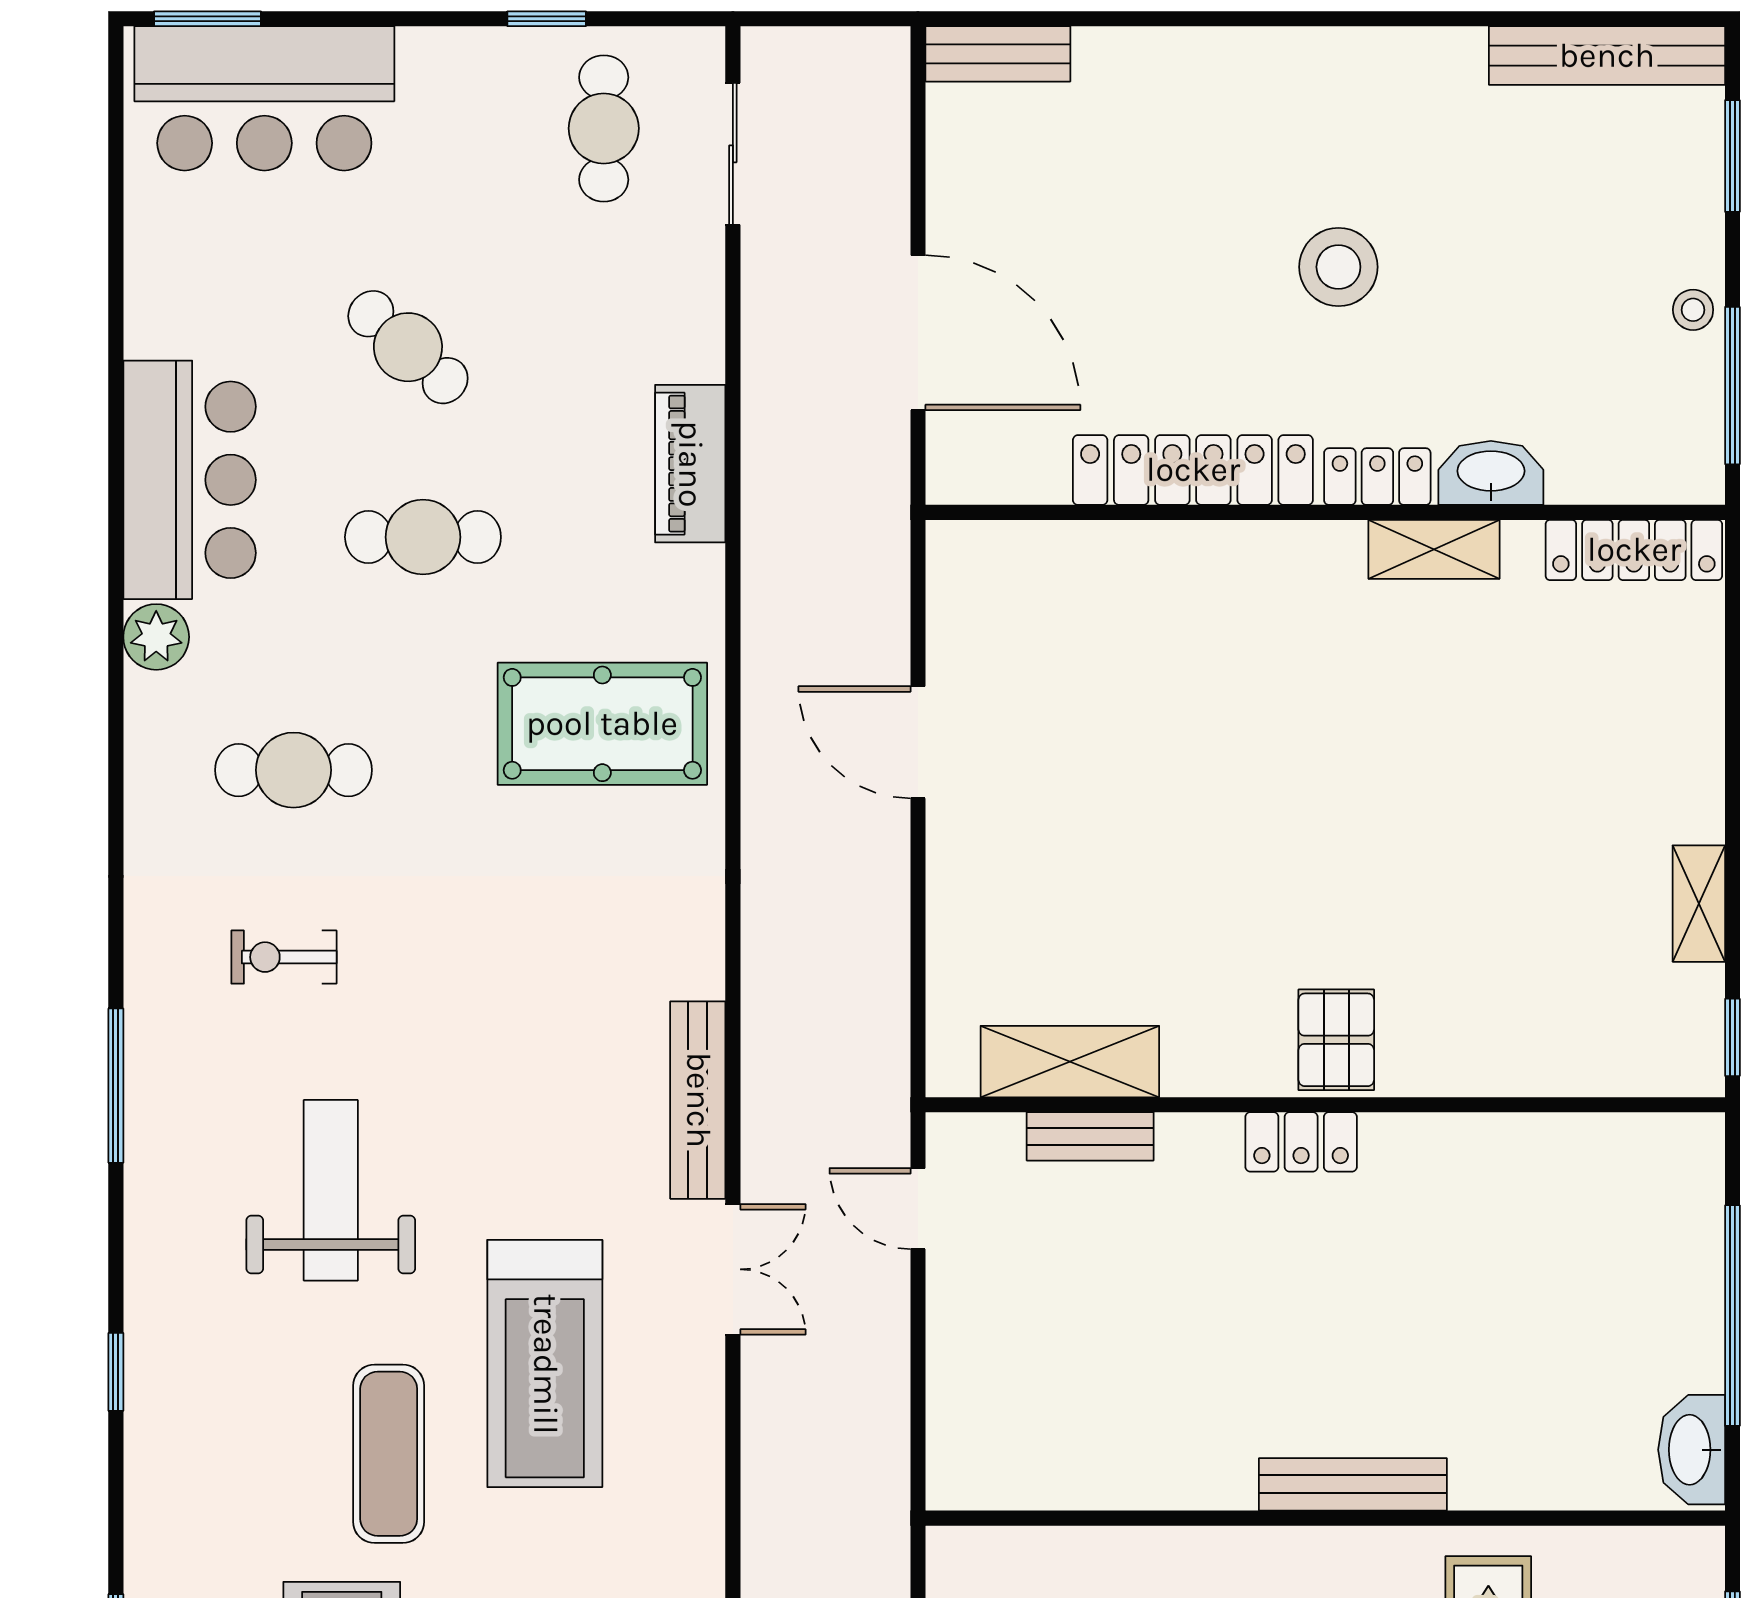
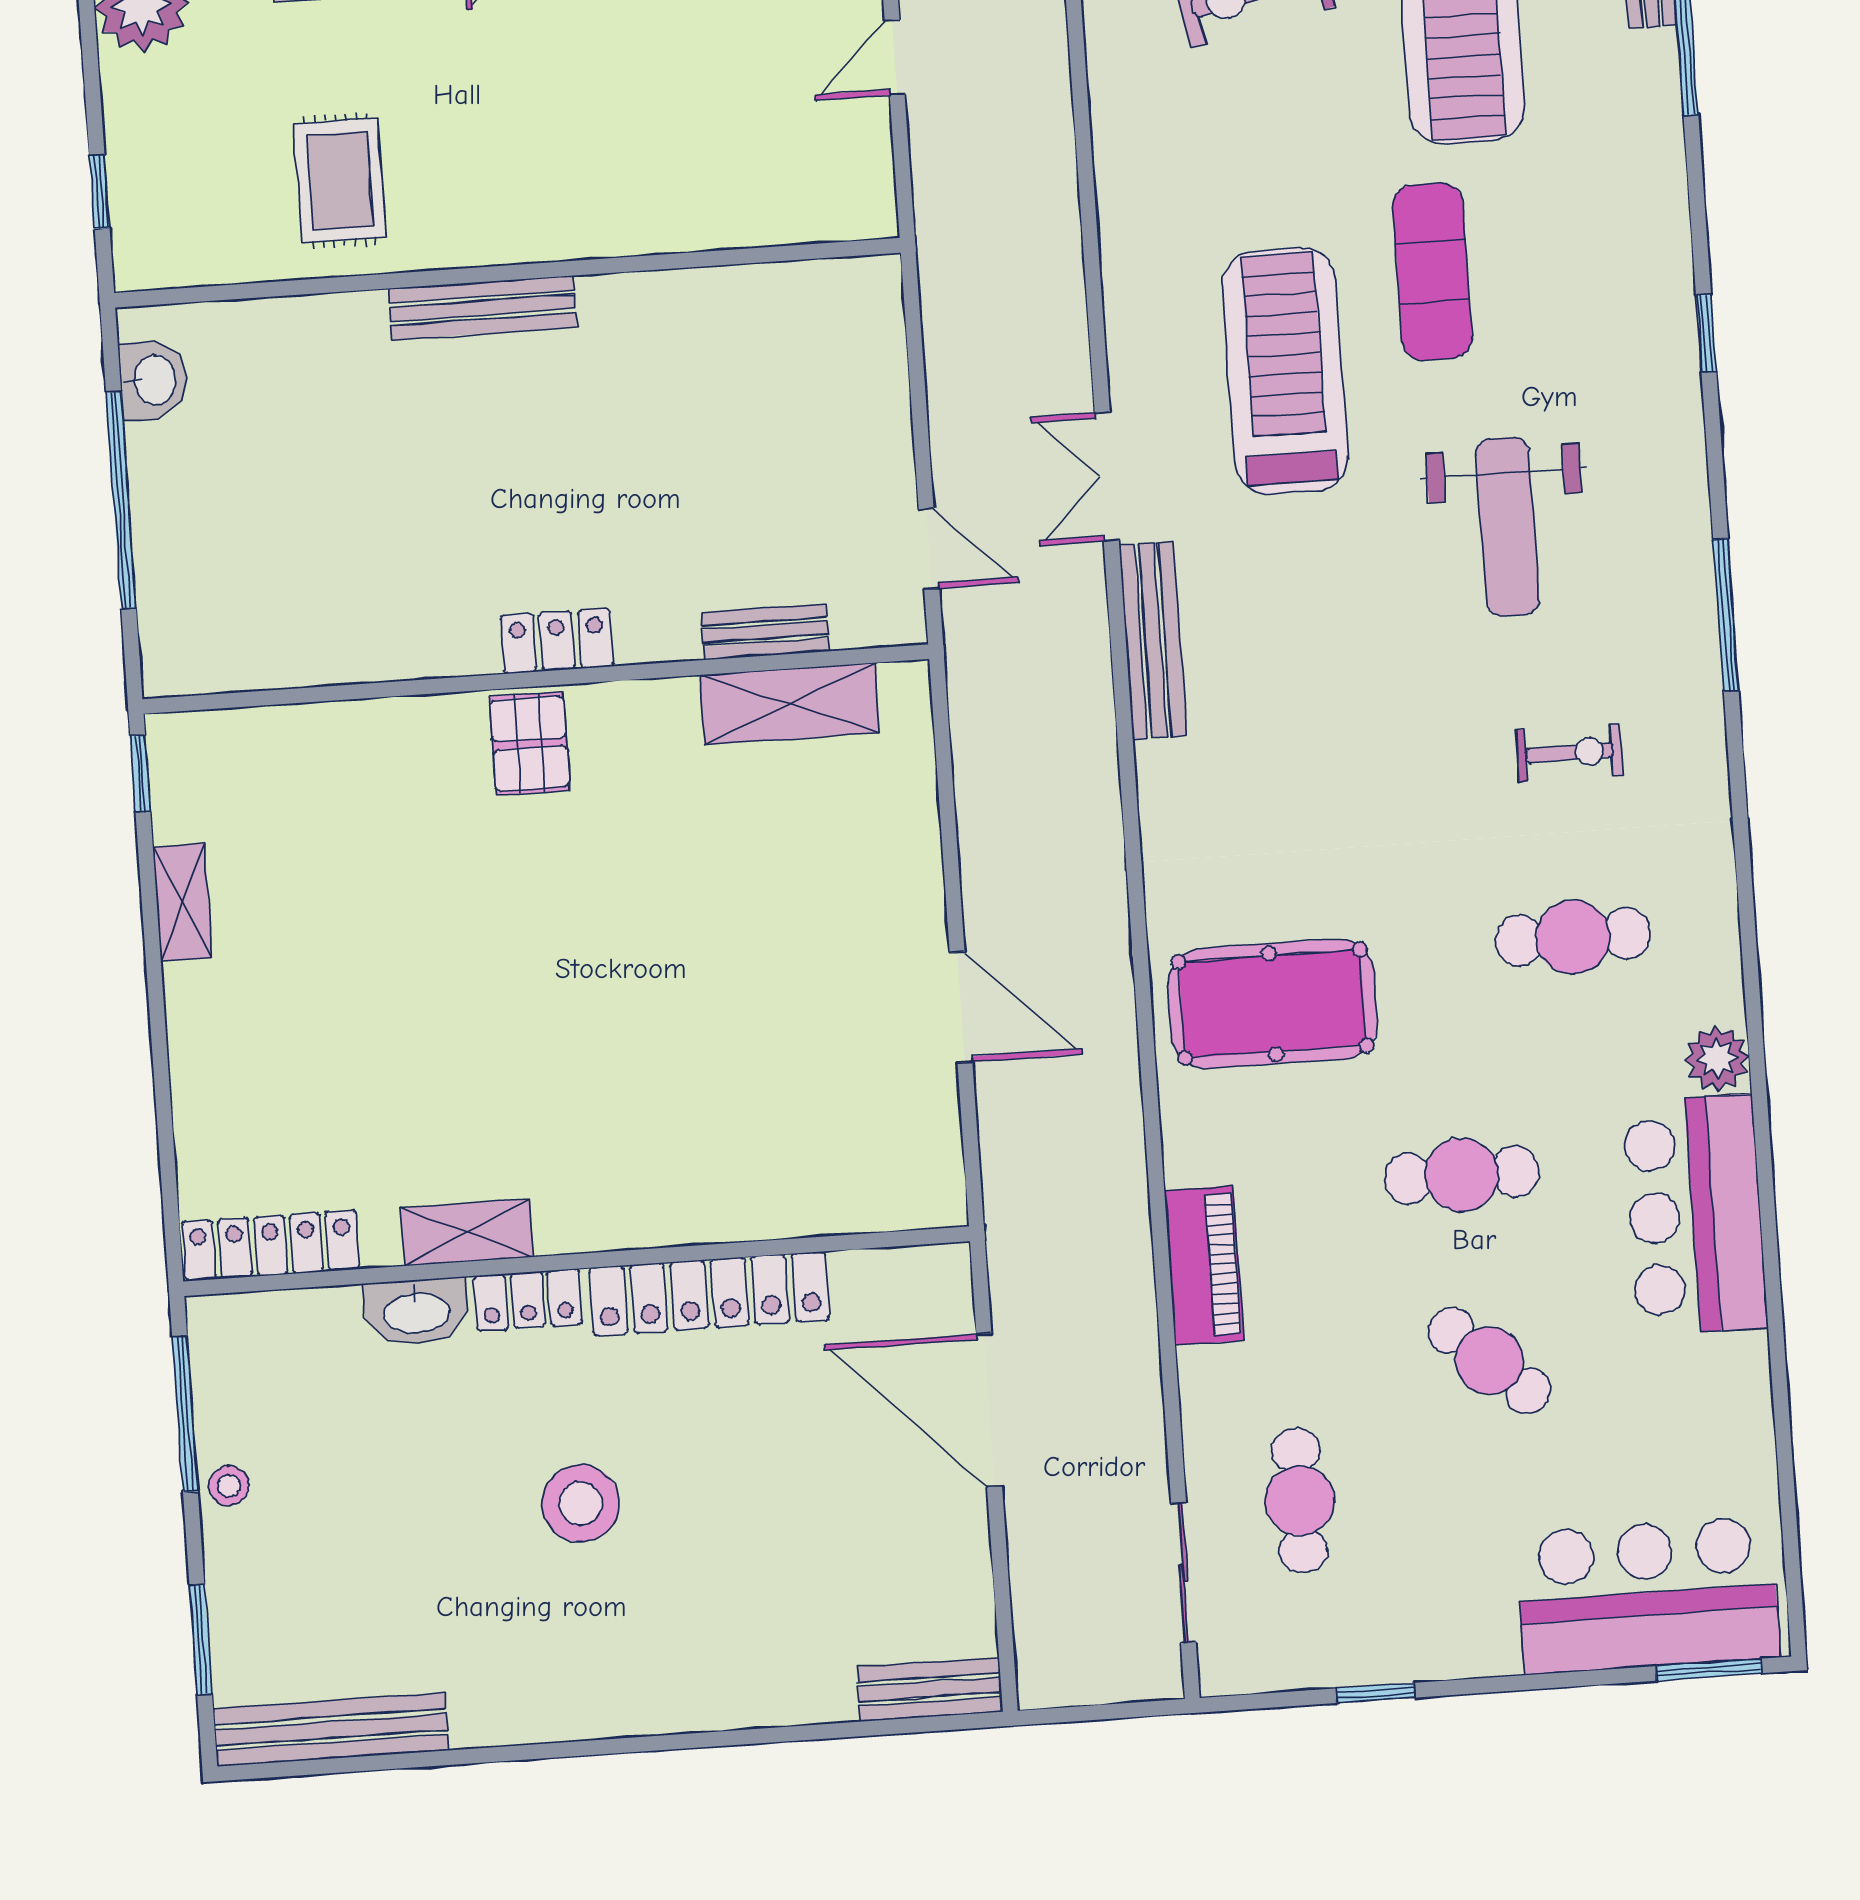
cafe table: (604, 128) -> (1300, 1501), moved
washbasin: (1692, 1450) -> (153, 380), width x0.72

